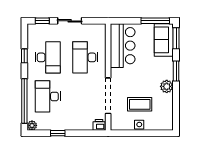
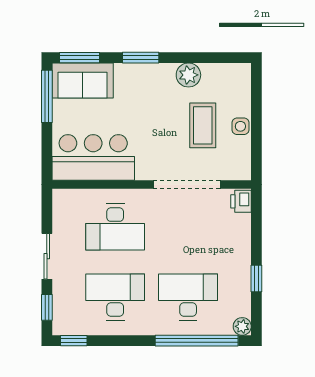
window: (24, 56) -> (74, 341), moved
plant: (167, 86) -> (188, 75), moved
desk: (48, 96) -> (188, 297), turned 180

